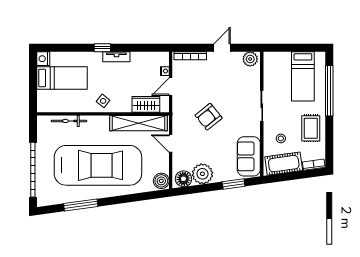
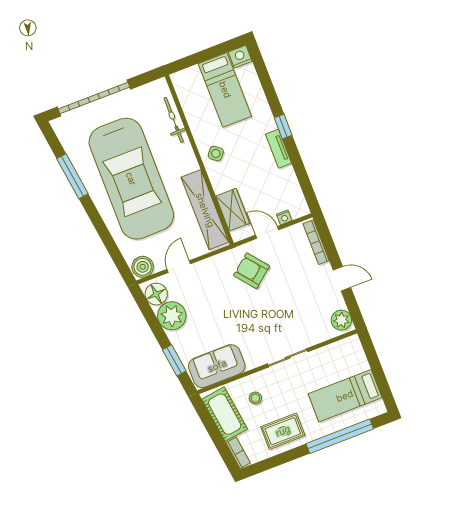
armchair: (209, 117) -> (252, 271), moved
door: (171, 144) -> (179, 267), moved

